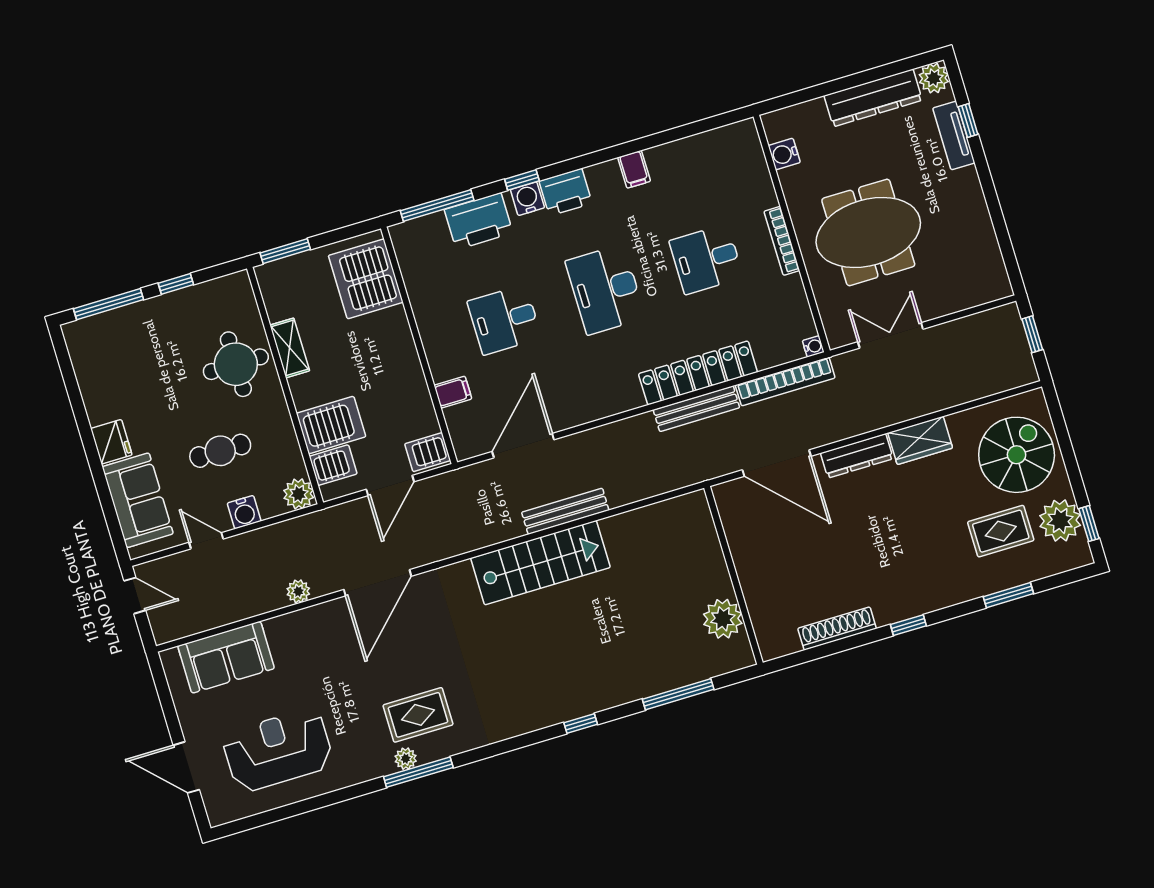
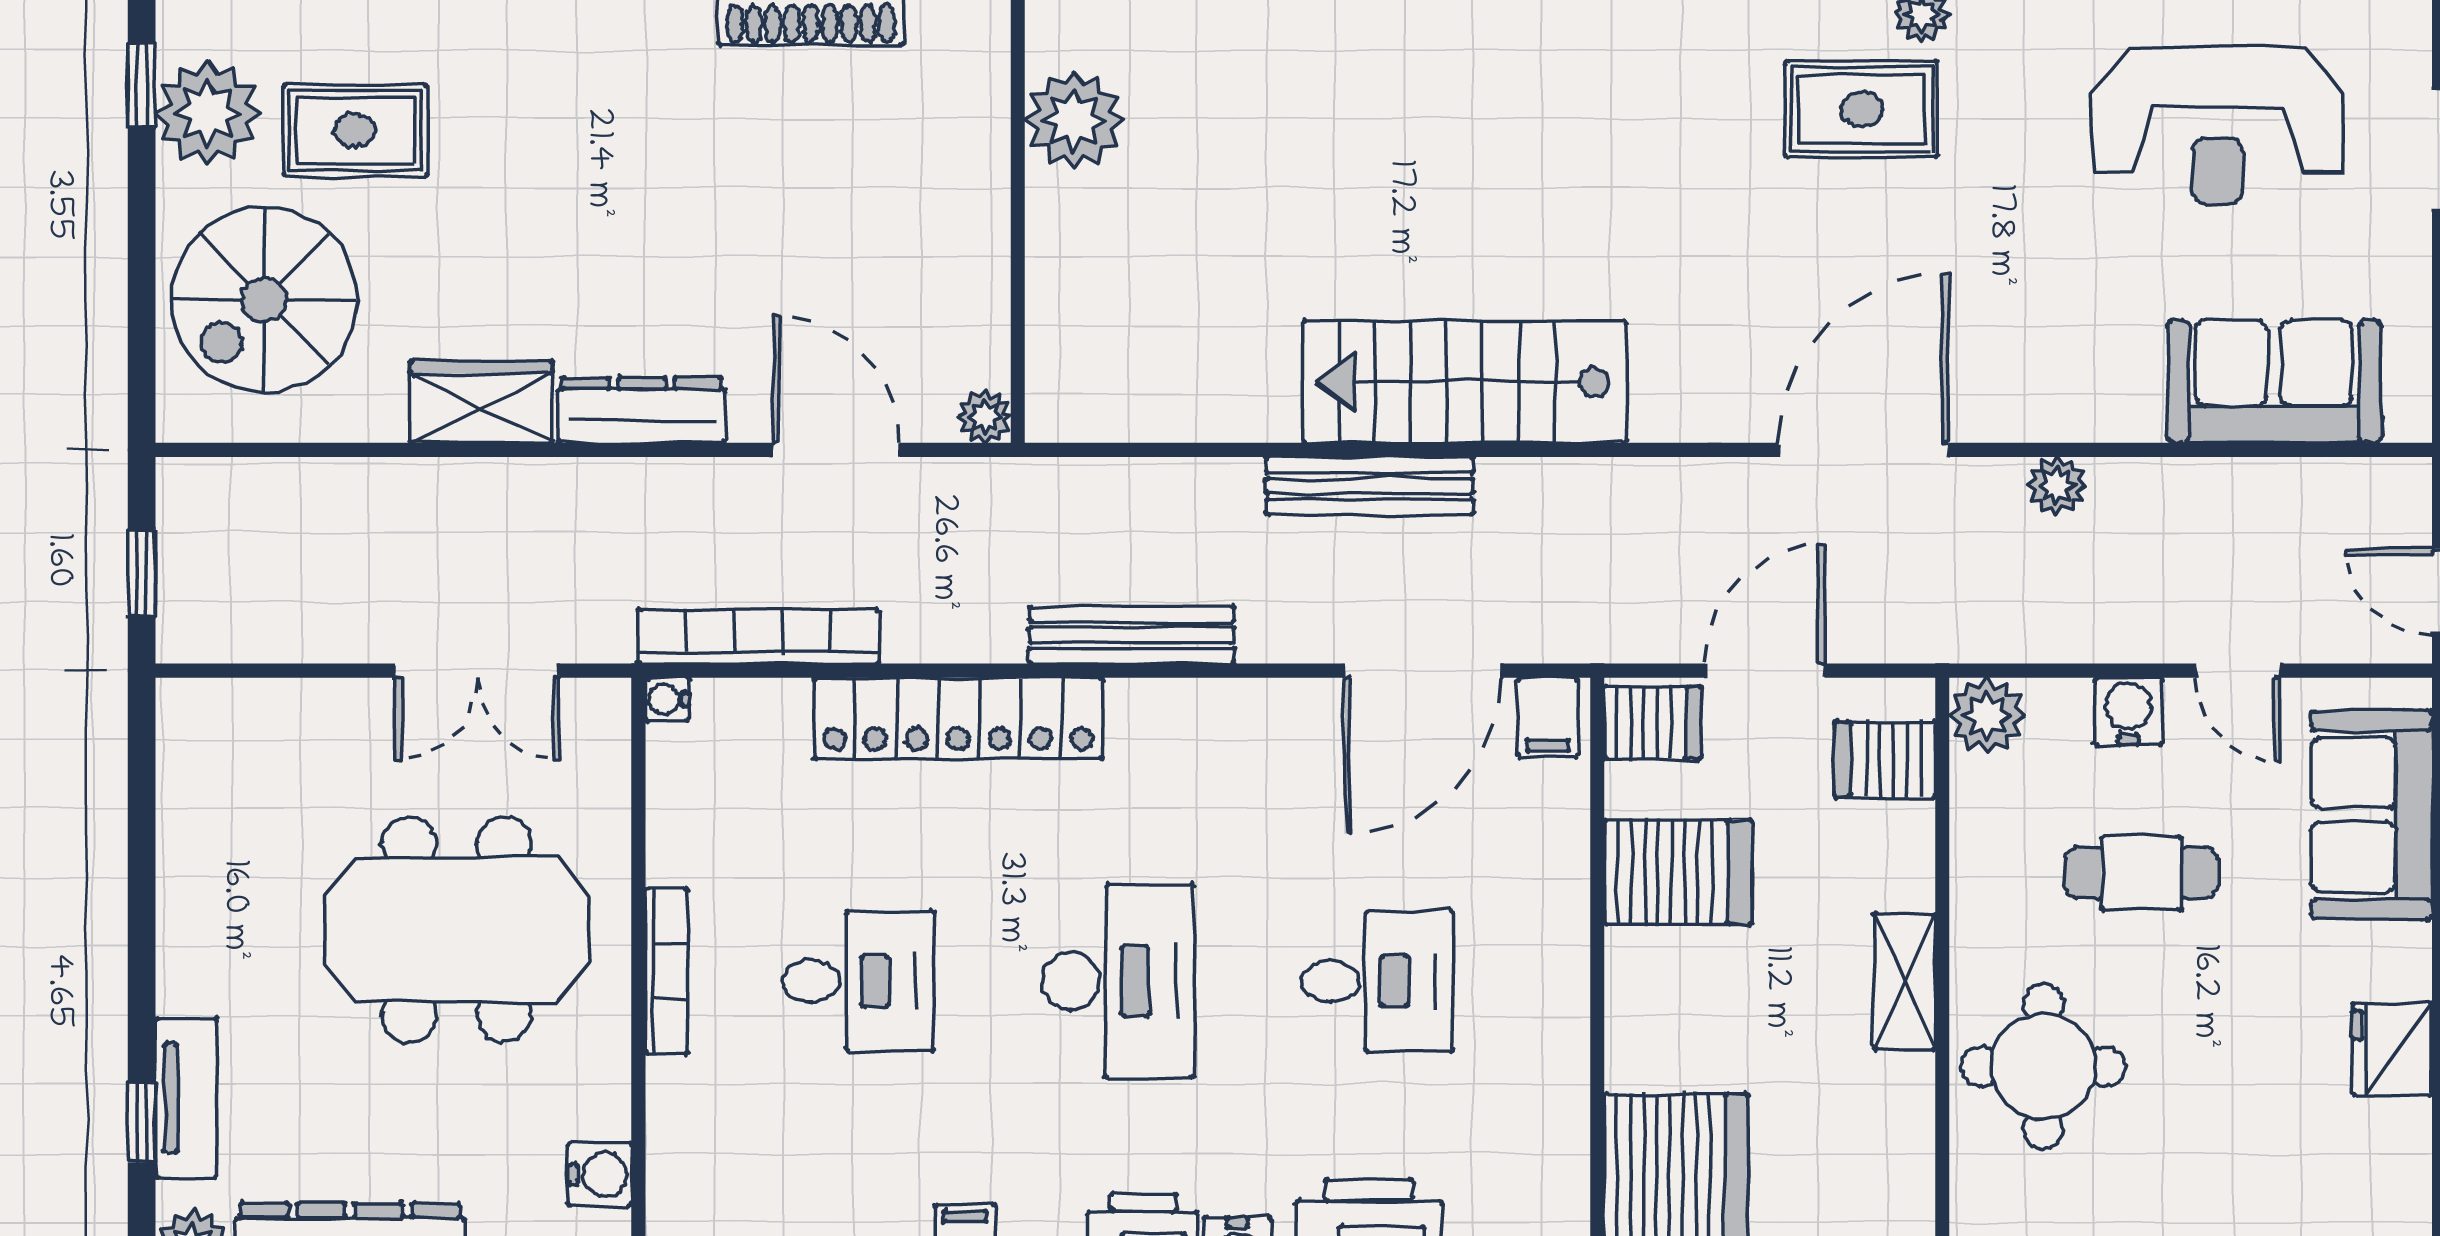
shelving: (290, 348) -> (1905, 982), moved
filing cabinet: (453, 392) -> (1548, 717), moved, turned -90
bench: (696, 409) -> (1132, 635), moved
server rack: (331, 425) -> (1678, 872), moved, turned 180
fridge: (111, 442) -> (2392, 1049), moved
door: (777, 463) -> (836, 450), width x0.73
plant: (723, 493) -> (985, 417), added

